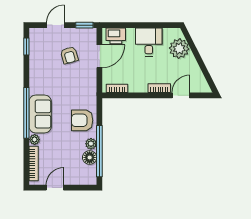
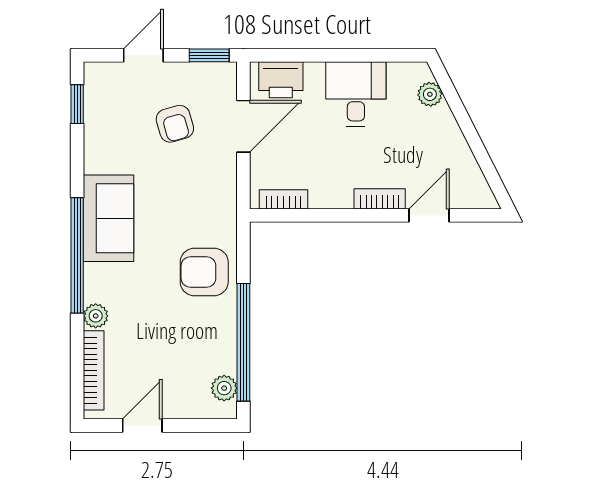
plant: (179, 49) -> (430, 94), width x0.53, depth x0.53
sofa: (40, 114) -> (108, 218), moved
plant: (91, 144) -> (224, 388), moved
floor lamp: (90, 157) -> (221, 357), removed

